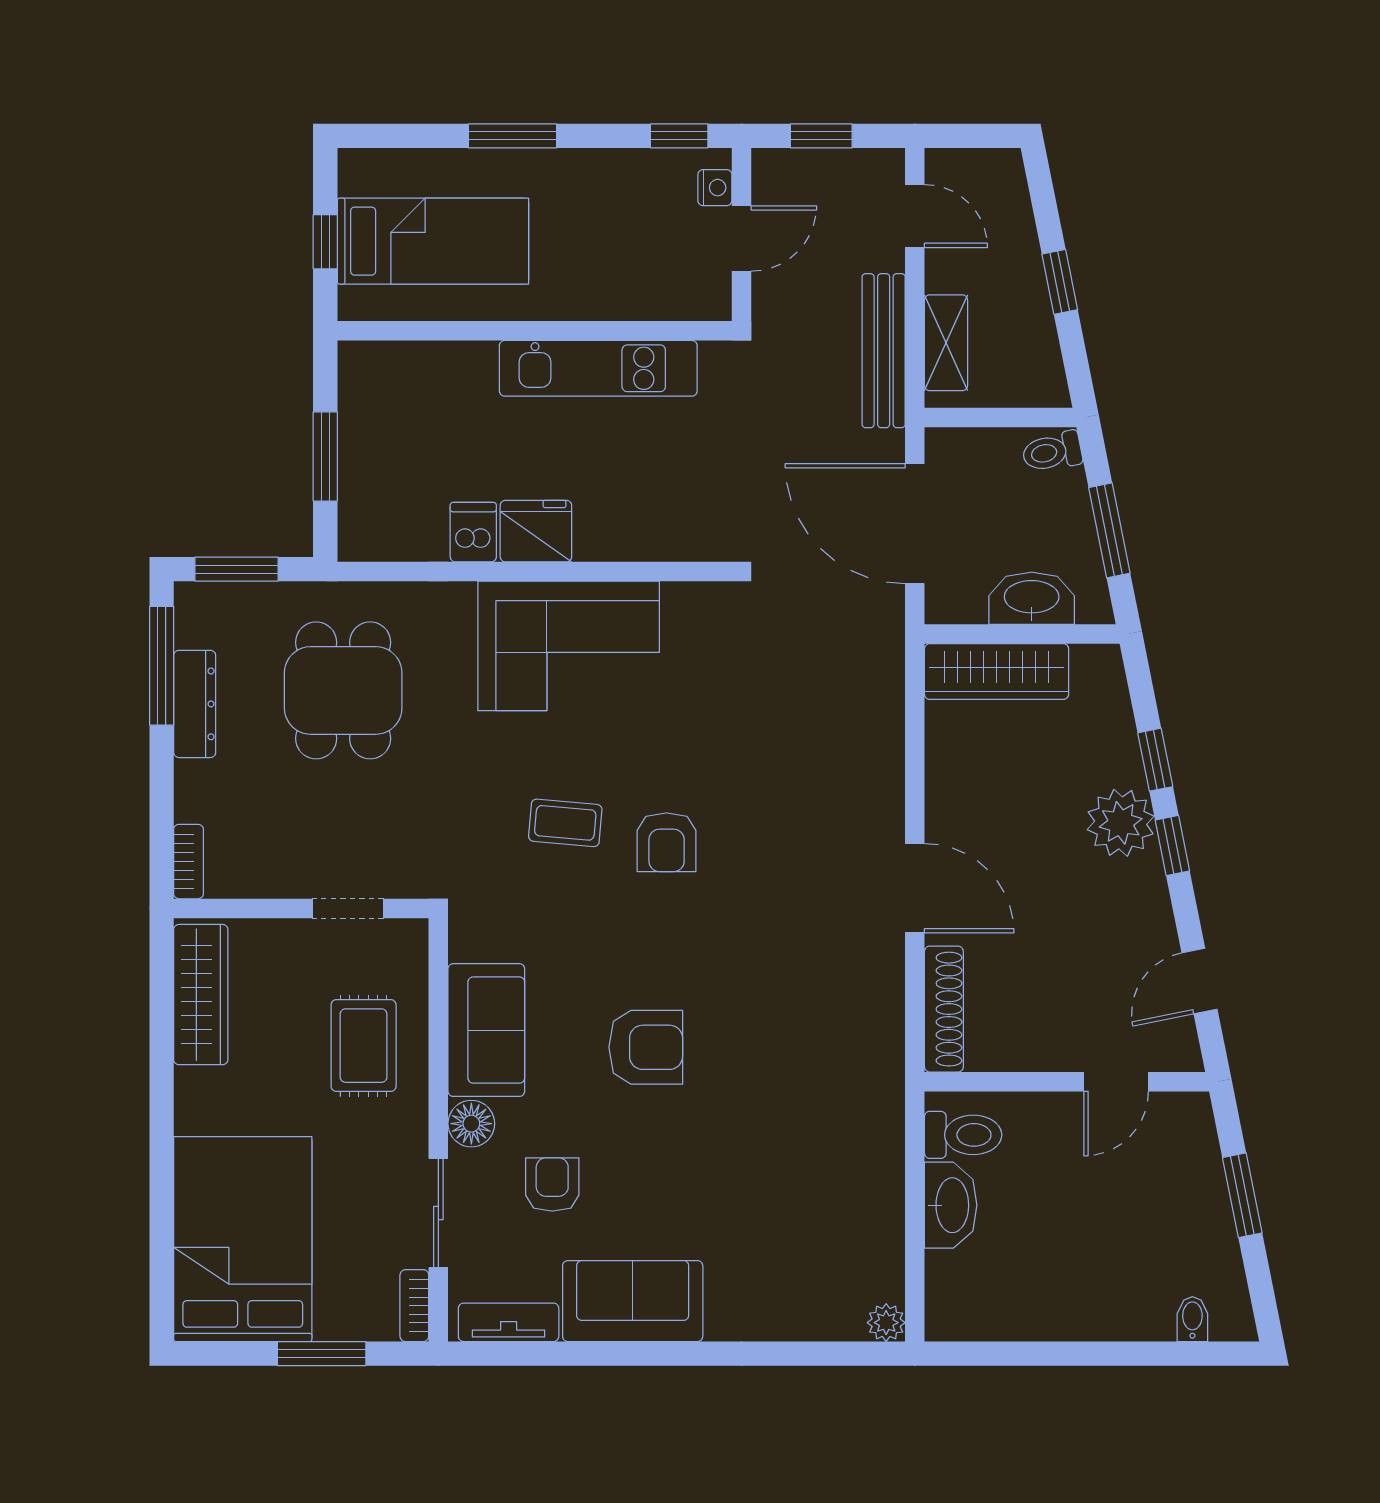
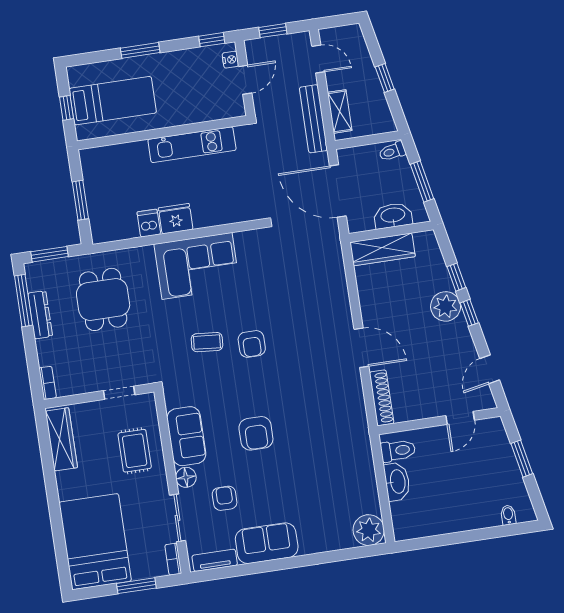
armchair: (646, 1047) -> (256, 433), turned 90
plant: (886, 1323) -> (369, 530), width x1.88, depth x1.88

